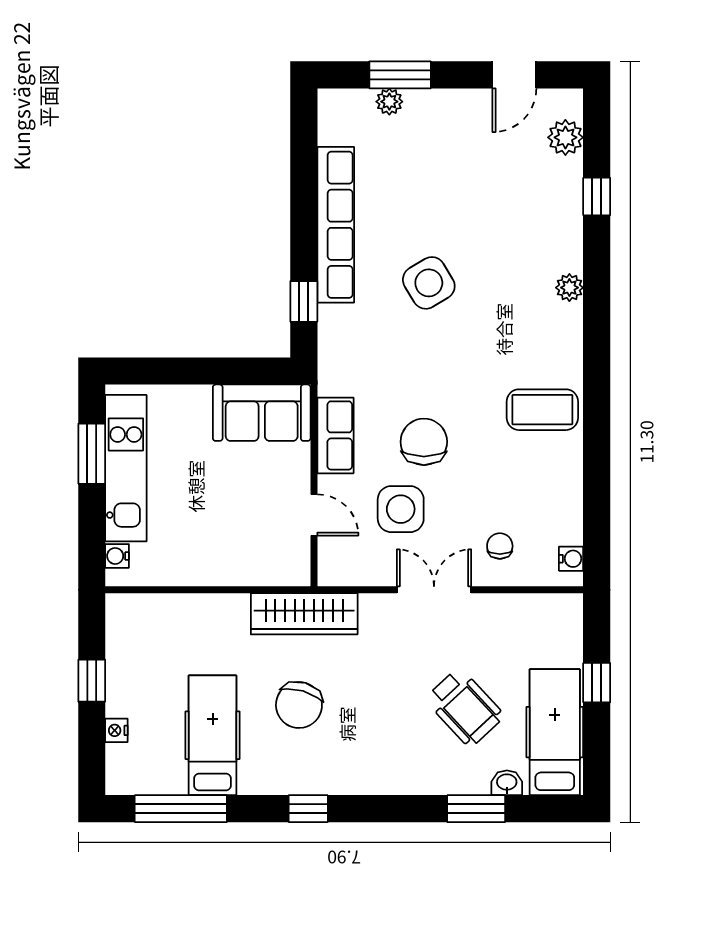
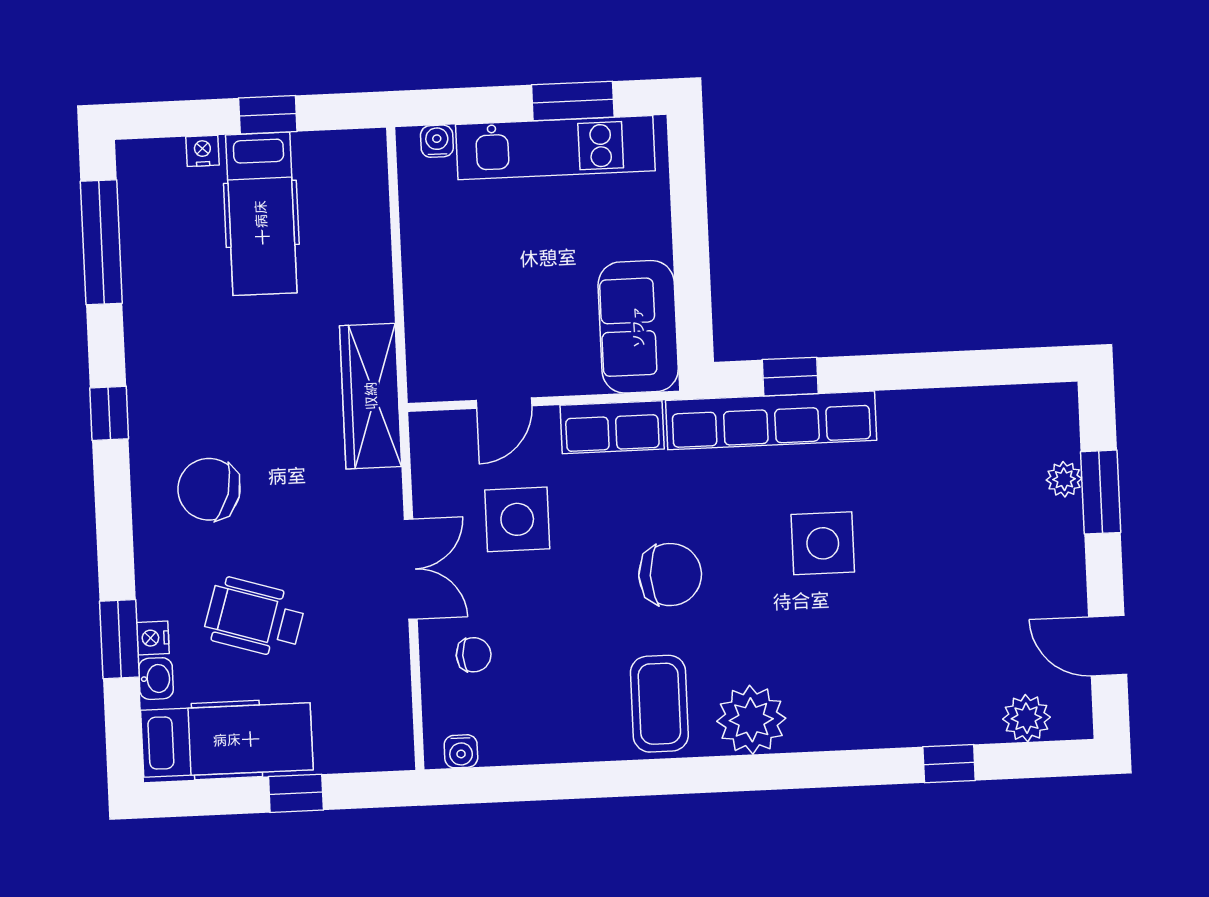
row of seats: (336, 225) -> (771, 420), moved
side table: (429, 283) -> (823, 543), turned 31
plant: (569, 288) -> (751, 720), moved, width x1.87, depth x1.87
chair: (424, 442) -> (670, 575), moved
chair: (299, 705) -> (209, 489), moved
wheelchair: (465, 707) -> (255, 617), turned 60
hospital bed: (213, 735) -> (261, 214), moved, turned 90
nightstand: (477, 784) -> (153, 638), added

